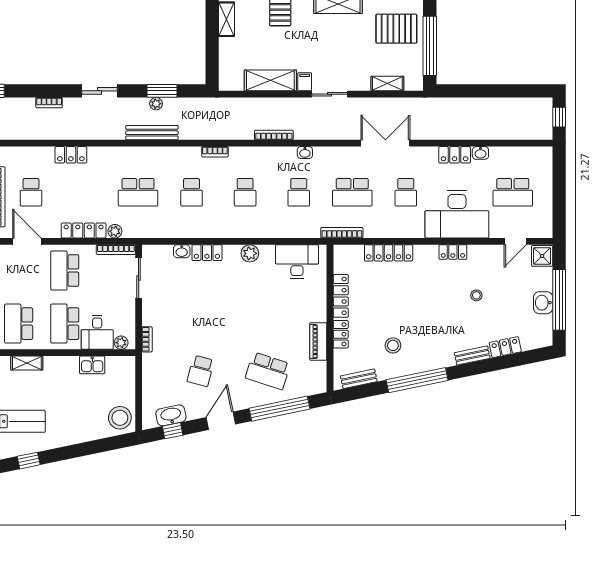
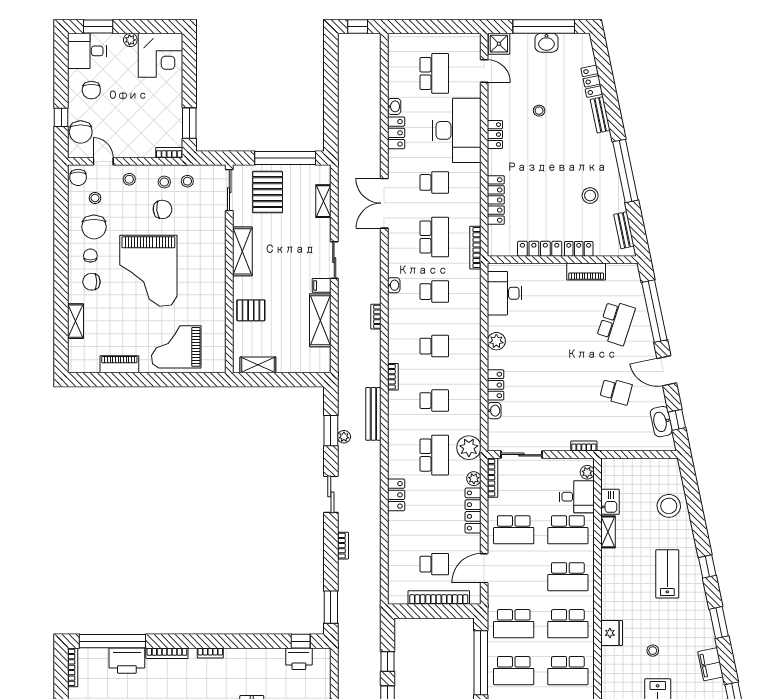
bench: (152, 133) -> (373, 414), moved
bookcase: (274, 135) -> (376, 317), width x0.64
locker: (71, 155) -> (396, 495), moved
plant: (145, 226) -> (469, 448), added
shelving: (27, 363) -> (608, 532), moved
stool: (120, 418) -> (669, 506), moved

